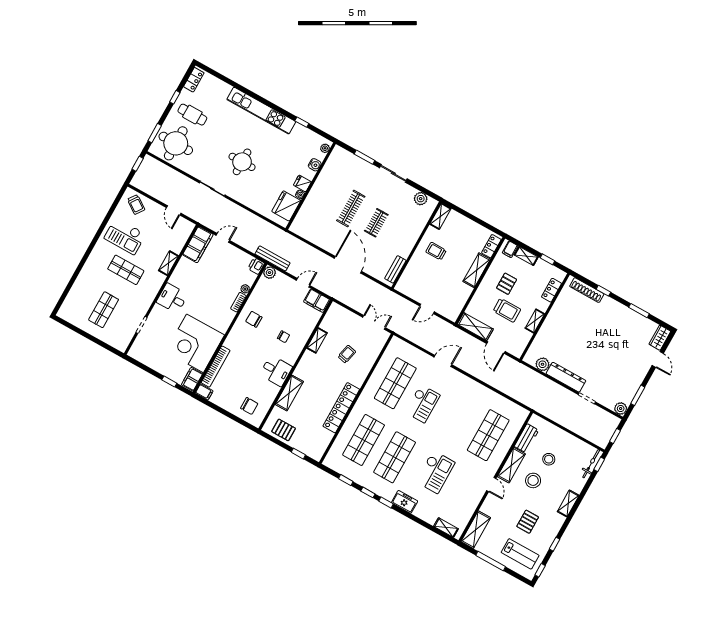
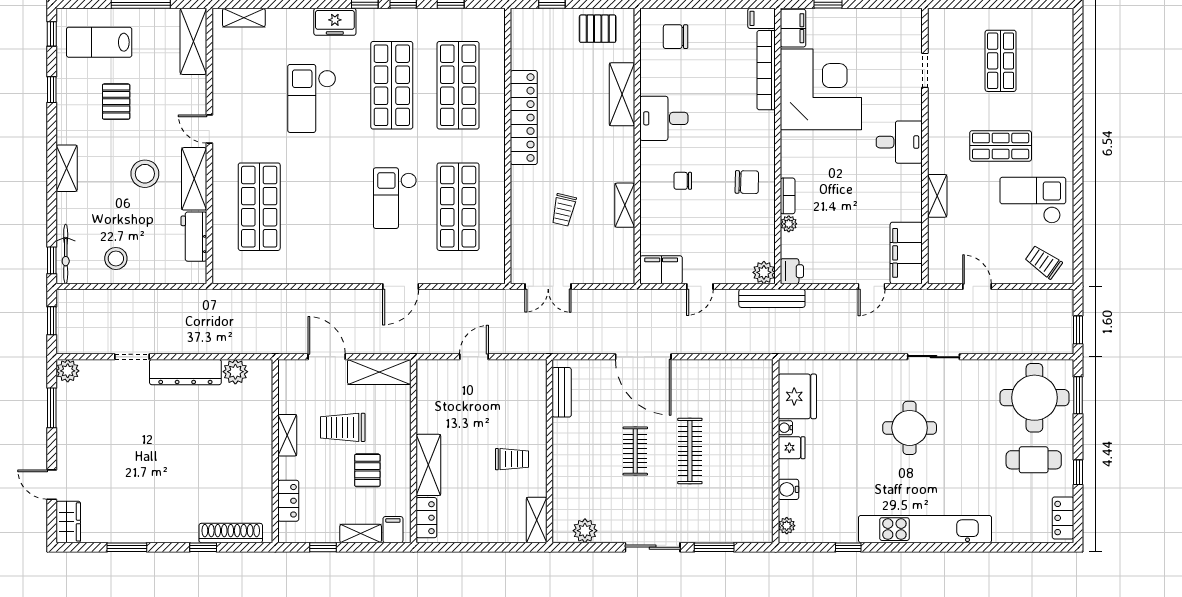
stool: (549, 459) -> (116, 258), moved

